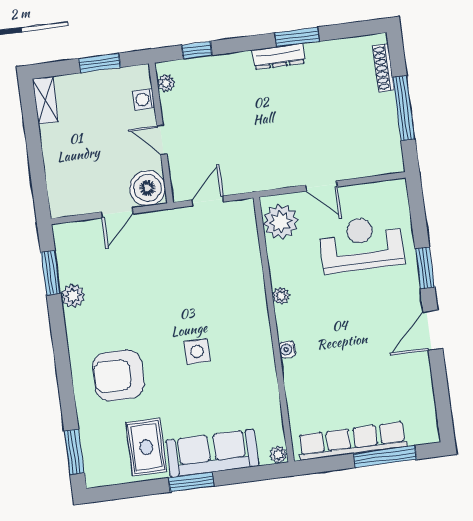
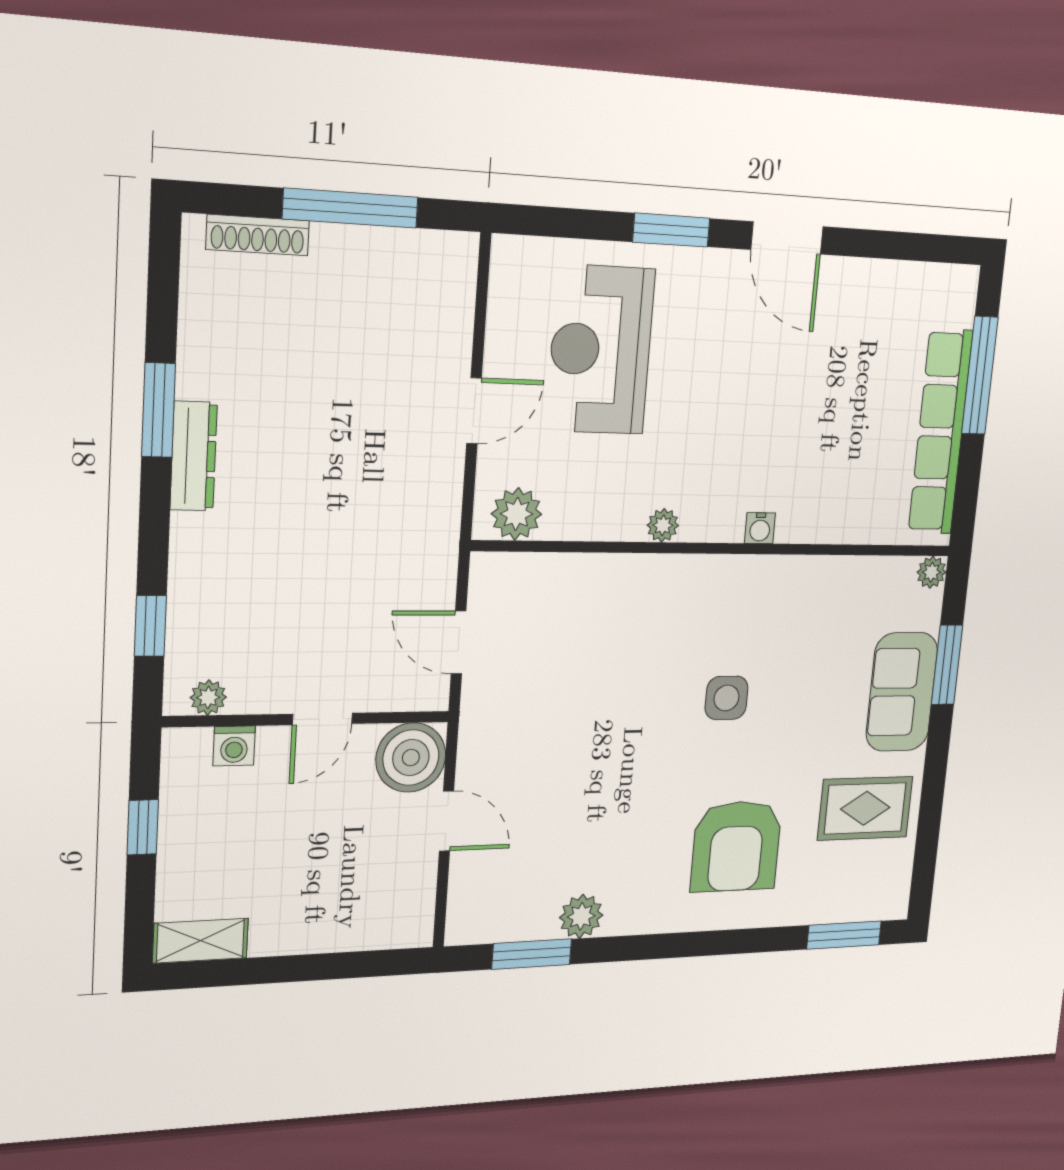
window: (100, 63) -> (143, 827), width x0.67
plant: (281, 222) -> (517, 514), width x0.73, depth x0.73
sofa: (212, 453) -> (902, 692), width x0.73
window: (191, 482) -> (947, 665), moved

